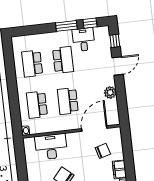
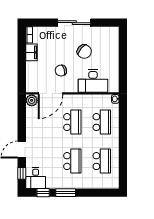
desk: (83, 40) -> (36, 178), moved
school desk: (63, 60) -> (72, 161), turned 180
plant: (110, 92) -> (32, 100), moved
chair: (103, 151) -> (61, 71), moved

